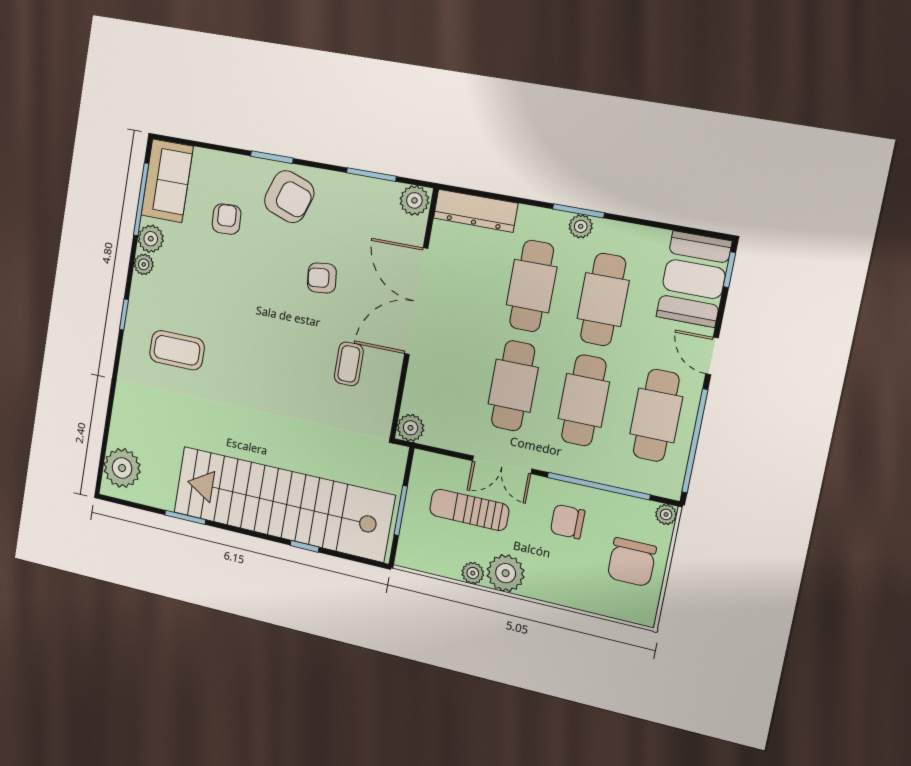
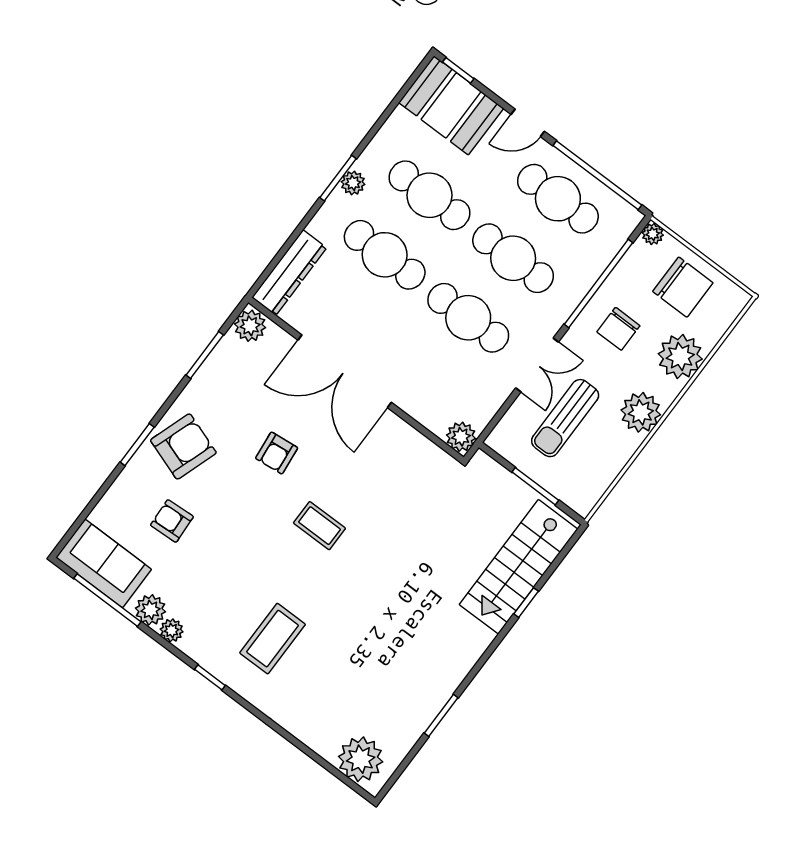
coffee table: (349, 364) -> (319, 526), moved
stairs: (283, 504) -> (518, 567), width x0.54, depth x0.66
plant: (473, 573) -> (680, 356), moved, width x1.88, depth x1.88

